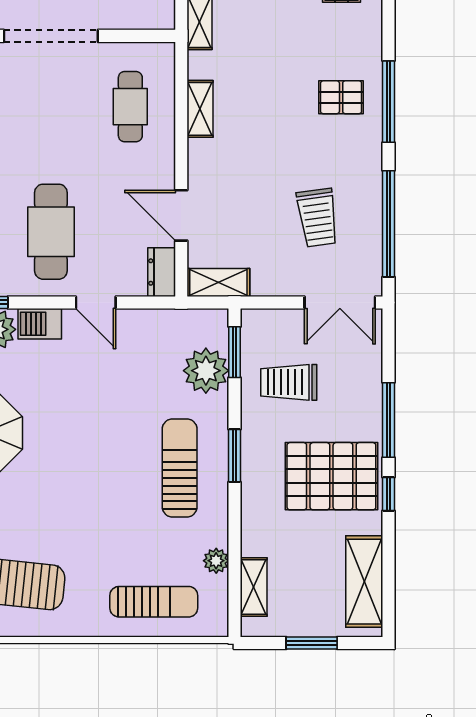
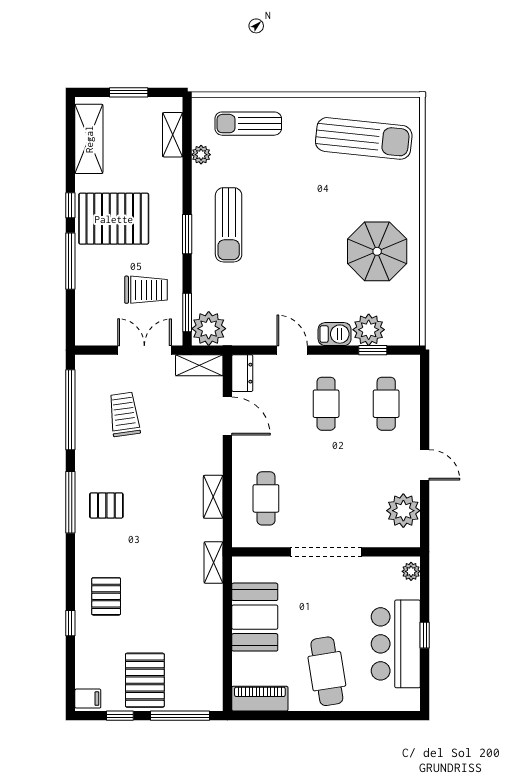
cafe table: (51, 232) -> (326, 404), width x0.73, depth x0.74
double door: (340, 302) -> (144, 350), moved
plant: (206, 371) -> (209, 329), moved

